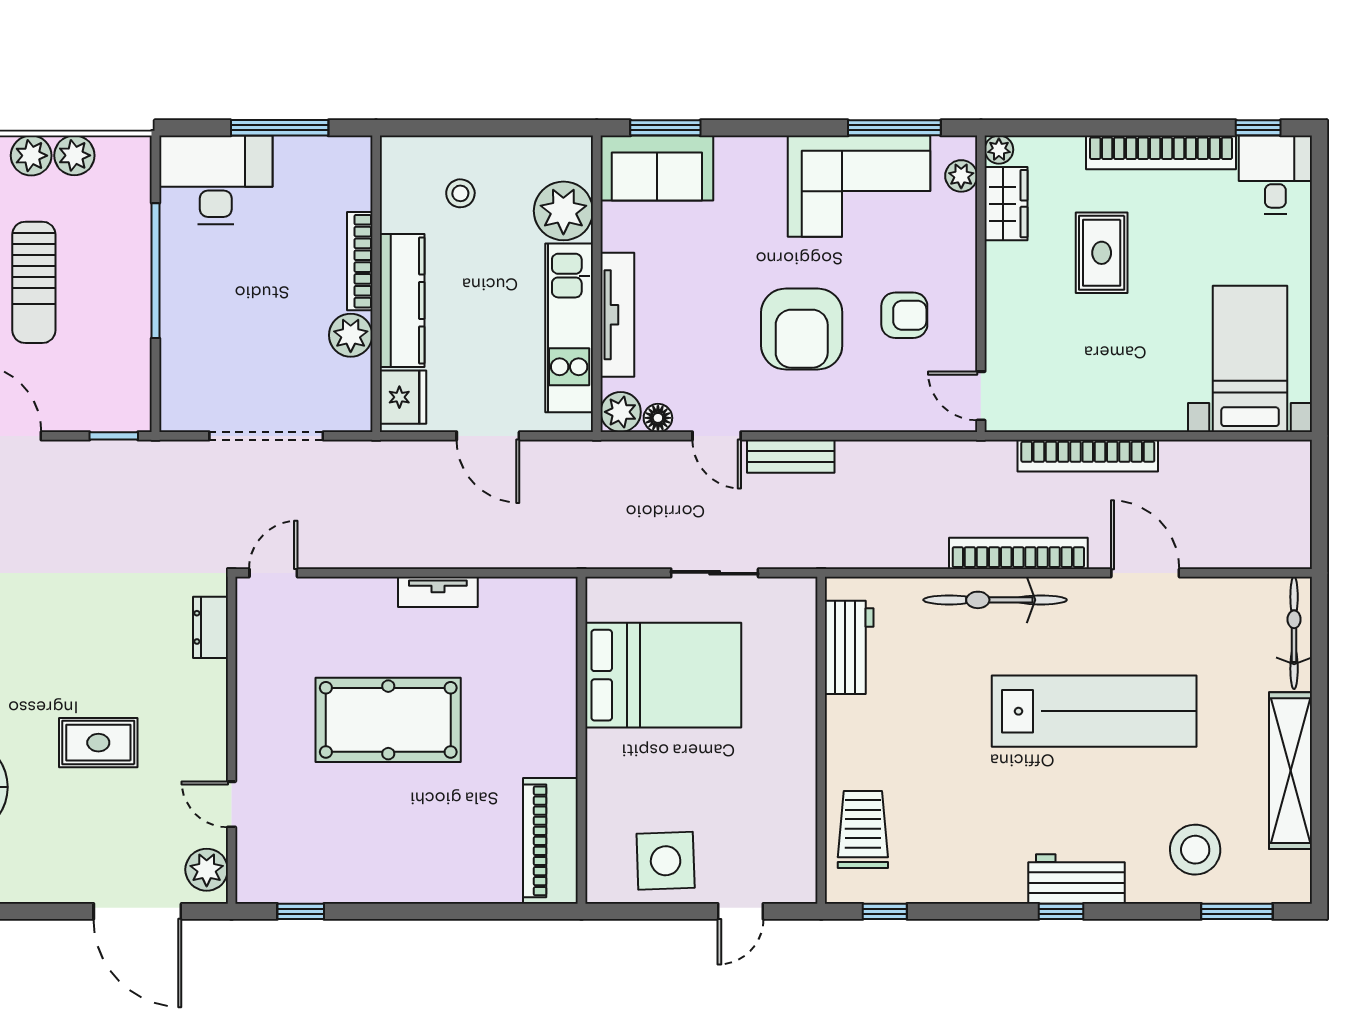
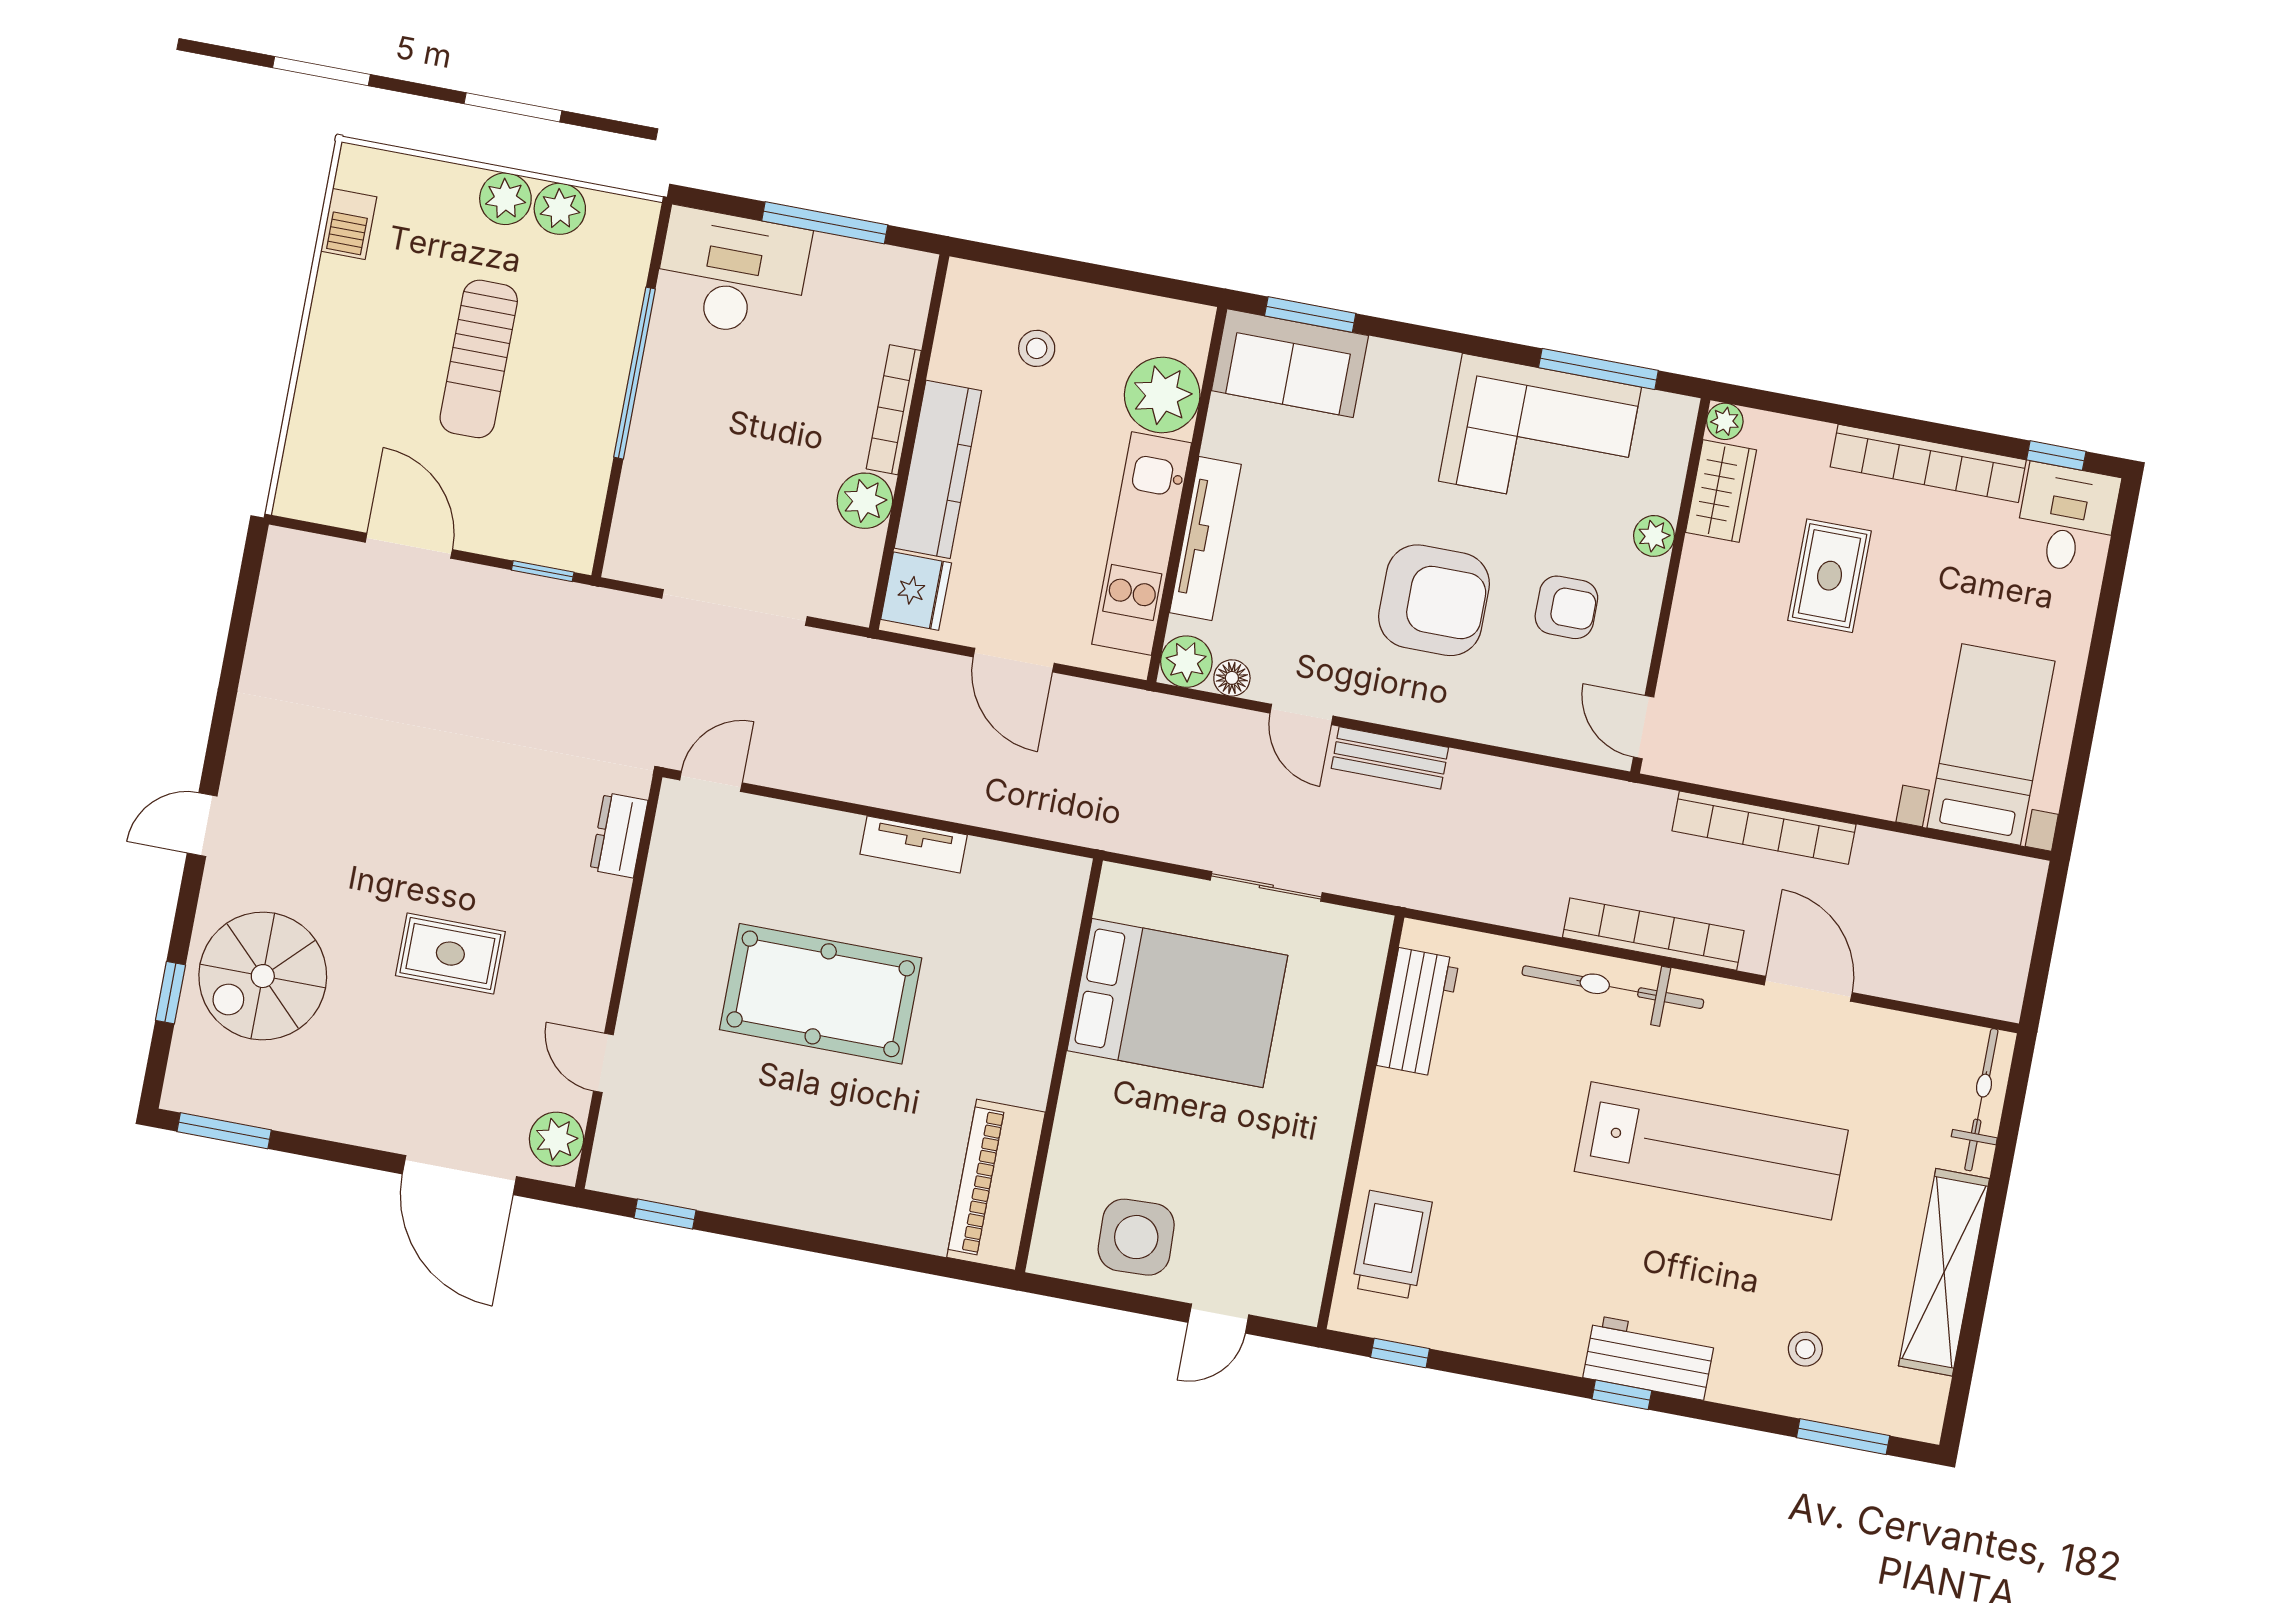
plant: (961, 176) -> (1654, 536), moved
armchair: (802, 329) -> (1434, 600), turned -90
stool: (1195, 850) -> (1805, 1349), width x0.53, depth x0.53

